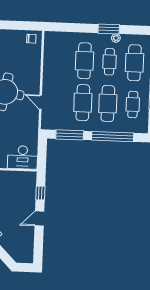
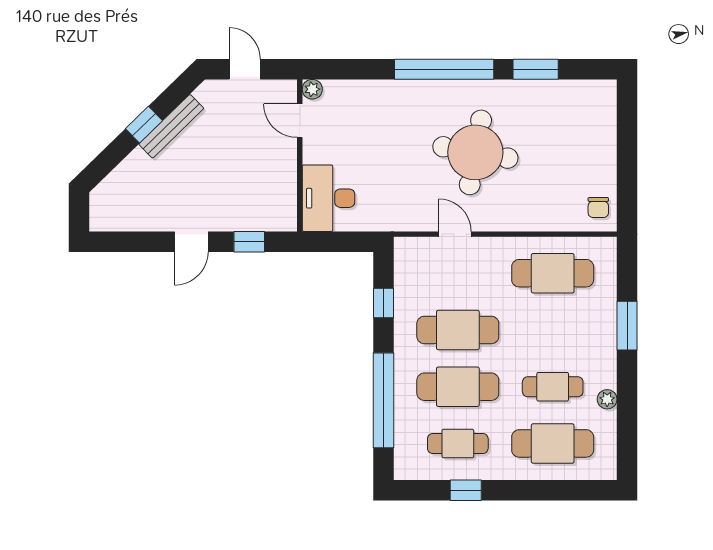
window: (109, 29) -> (627, 326), moved
cafe table: (84, 61) -> (553, 273), moved
door: (41, 102) -> (455, 234), hinge flipped
window: (70, 135) -> (383, 303), width x0.46
door: (39, 219) -> (191, 242), swing flipped

